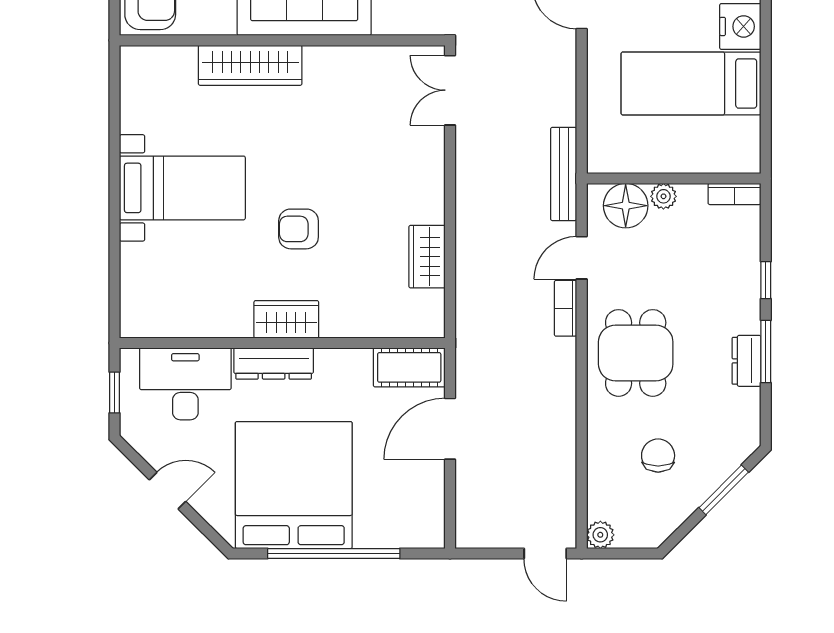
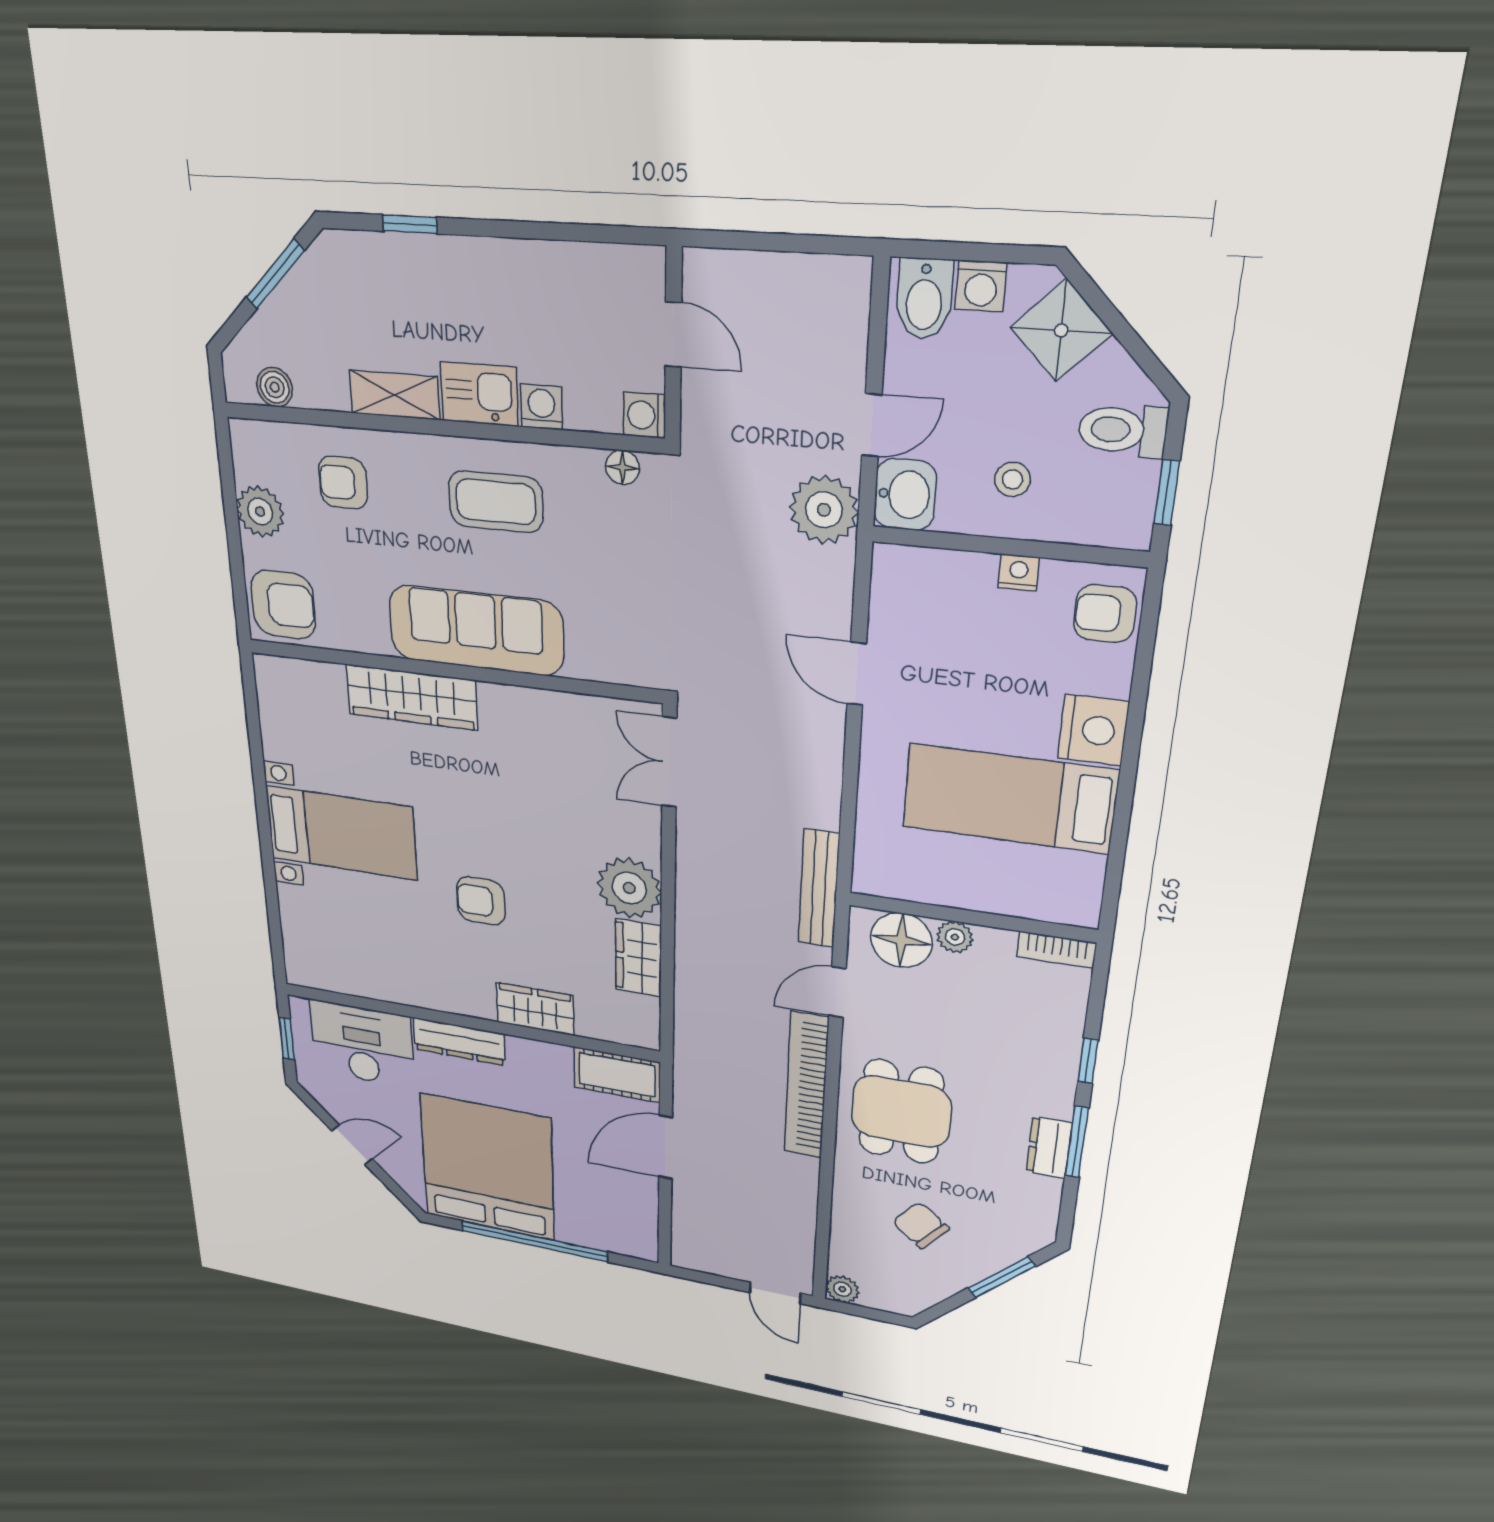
plant: (420, 197) -> (629, 888), added
bookcase: (565, 308) -> (806, 1085), width x2.31, depth x1.31
wardrobe: (286, 319) -> (535, 1009), moved
chair: (658, 456) -> (921, 1225), turned -51

